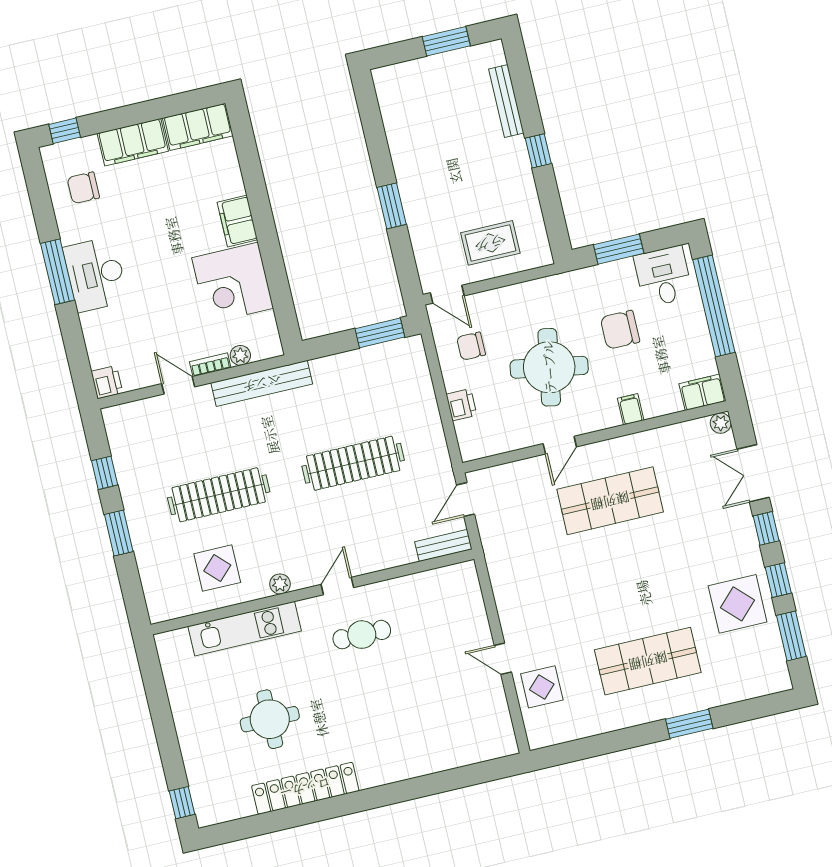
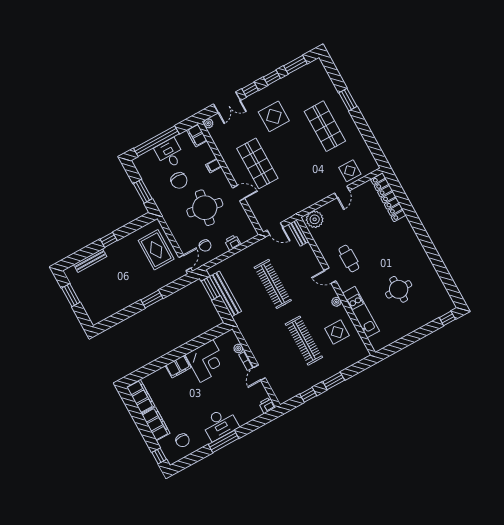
rug: (490, 243) -> (156, 250), width x1.36, depth x1.43
desk: (663, 276) -> (170, 154), moved, turned 90
bench: (262, 383) -> (225, 294), moved
plant: (462, 587) -> (315, 219), added
display table: (738, 604) -> (274, 116), moved
locker: (305, 788) -> (388, 197), moved

